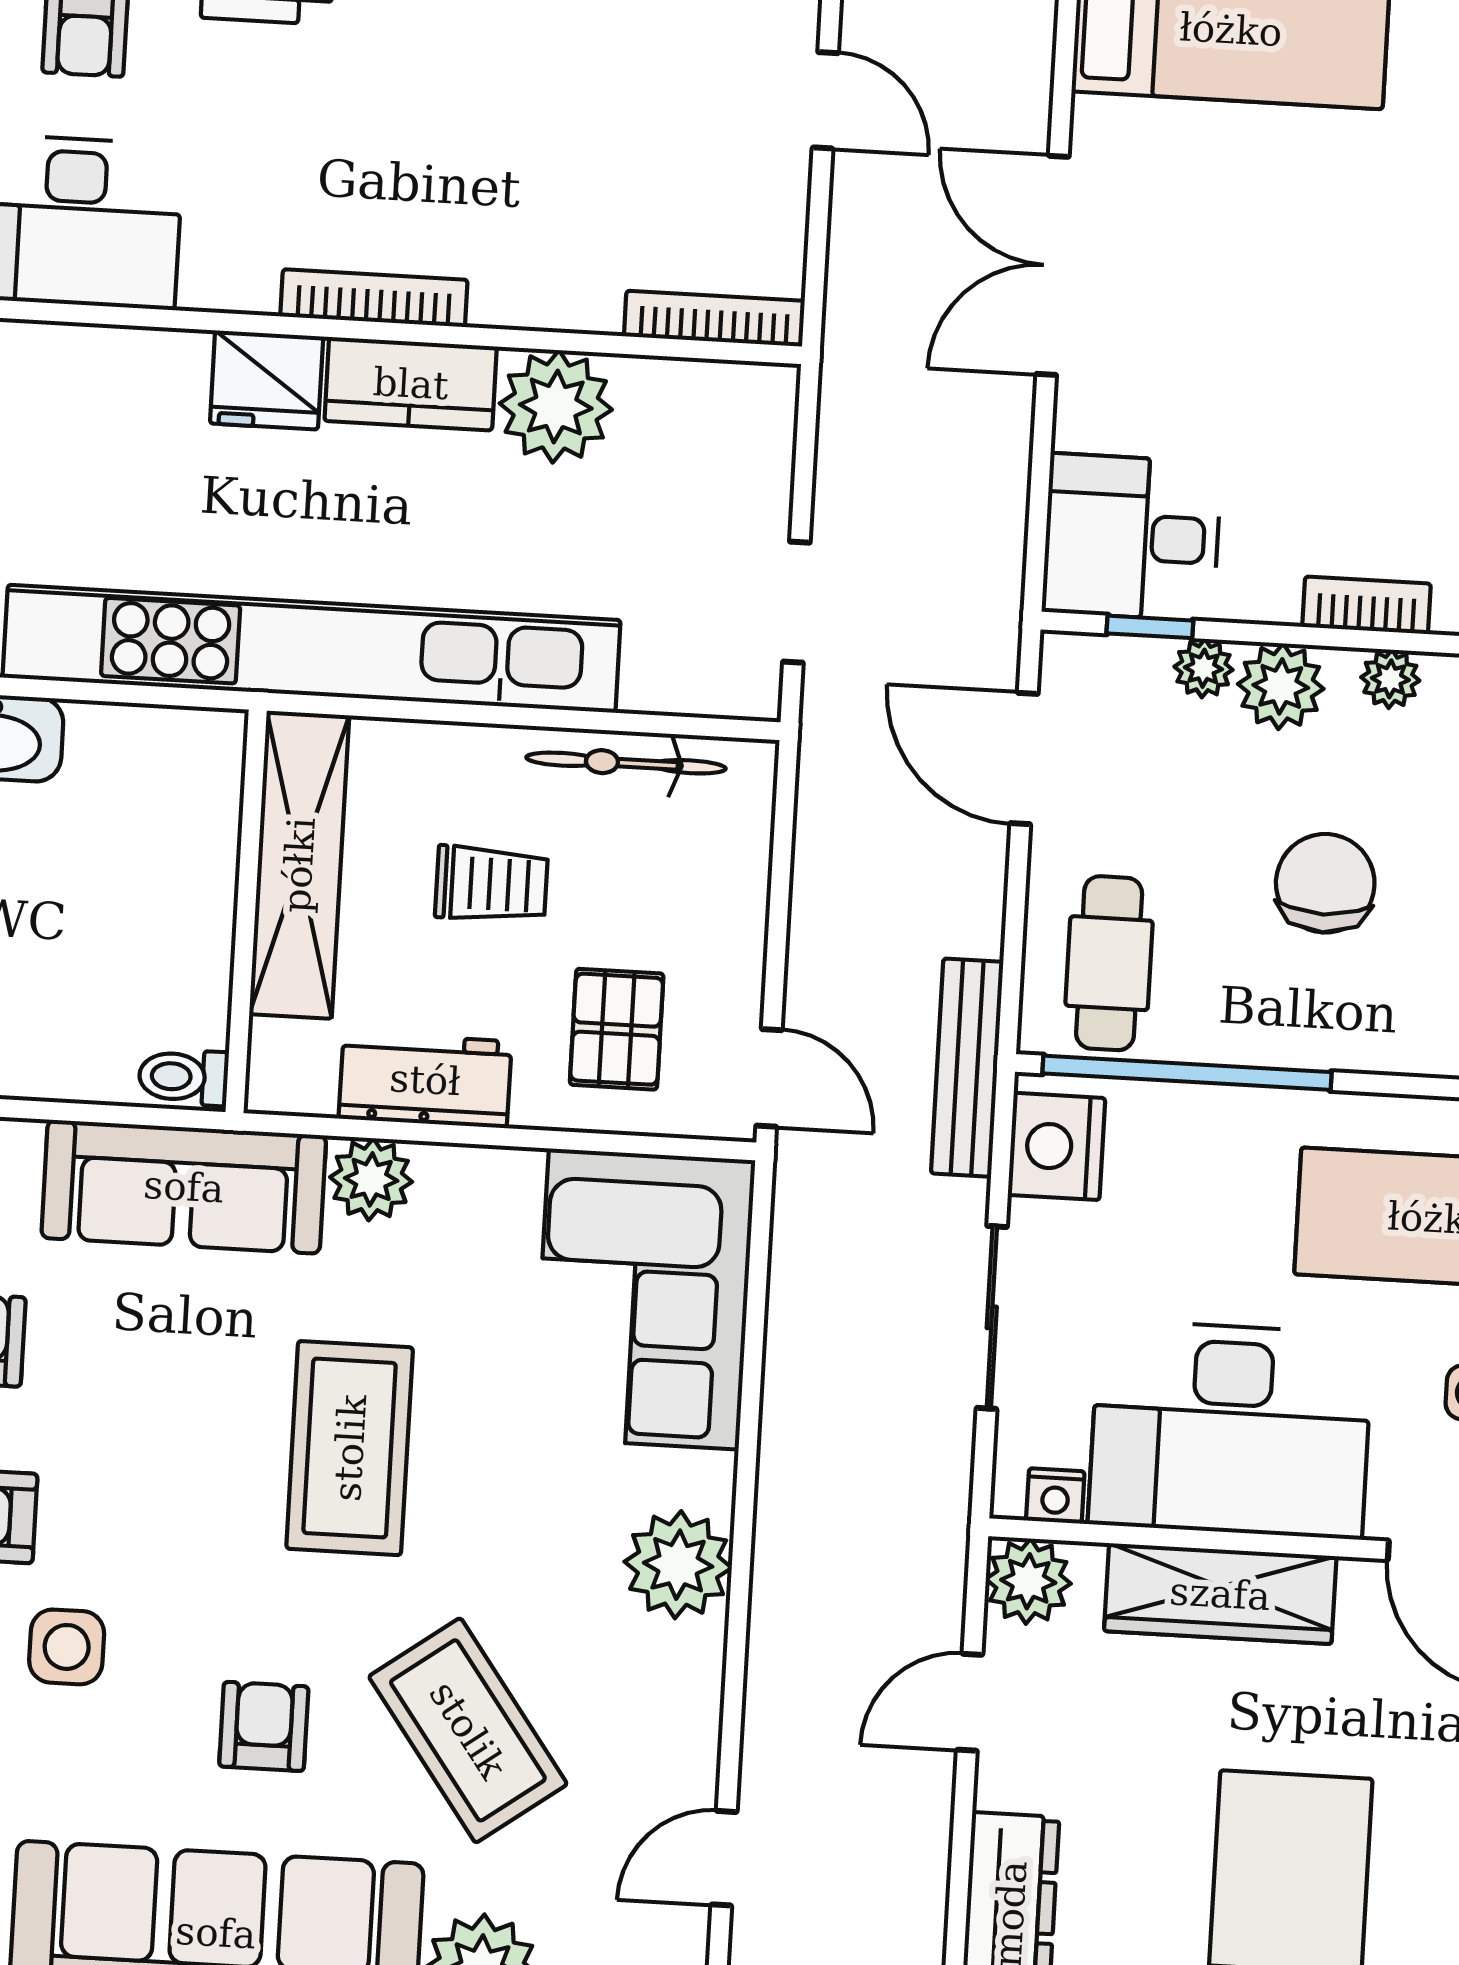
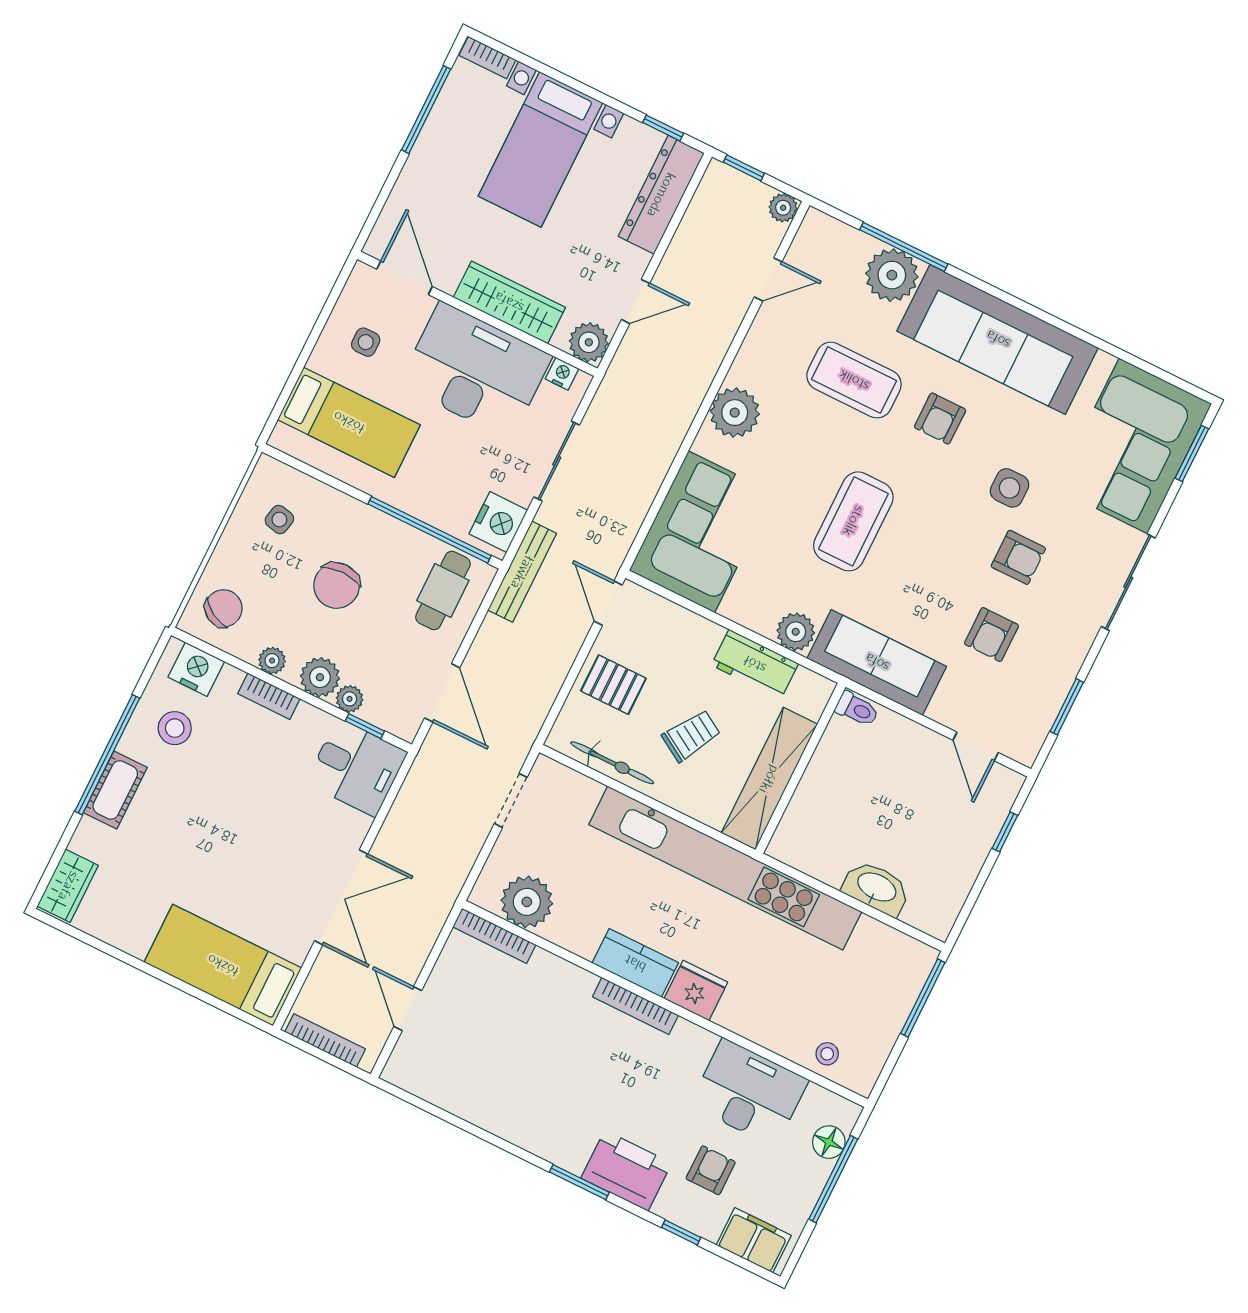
plant: (556, 406) -> (527, 902), moved
trolley: (491, 884) -> (691, 736), turned 121
pallet: (617, 1029) -> (613, 685), moved, turned 90
coffee table: (468, 1730) -> (854, 380), turned -54

